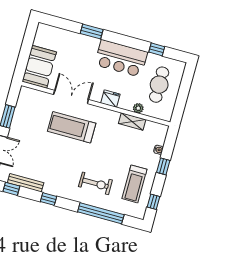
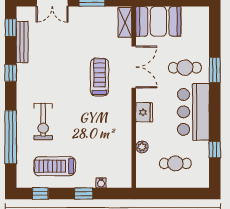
cafe table: (83, 55) -> (185, 68), added
cafe table: (159, 85) -> (175, 163), width x0.73, depth x0.74
shelving: (132, 121) -> (125, 22), moved
treadmill: (72, 127) -> (100, 77), width x0.73, depth x0.73

